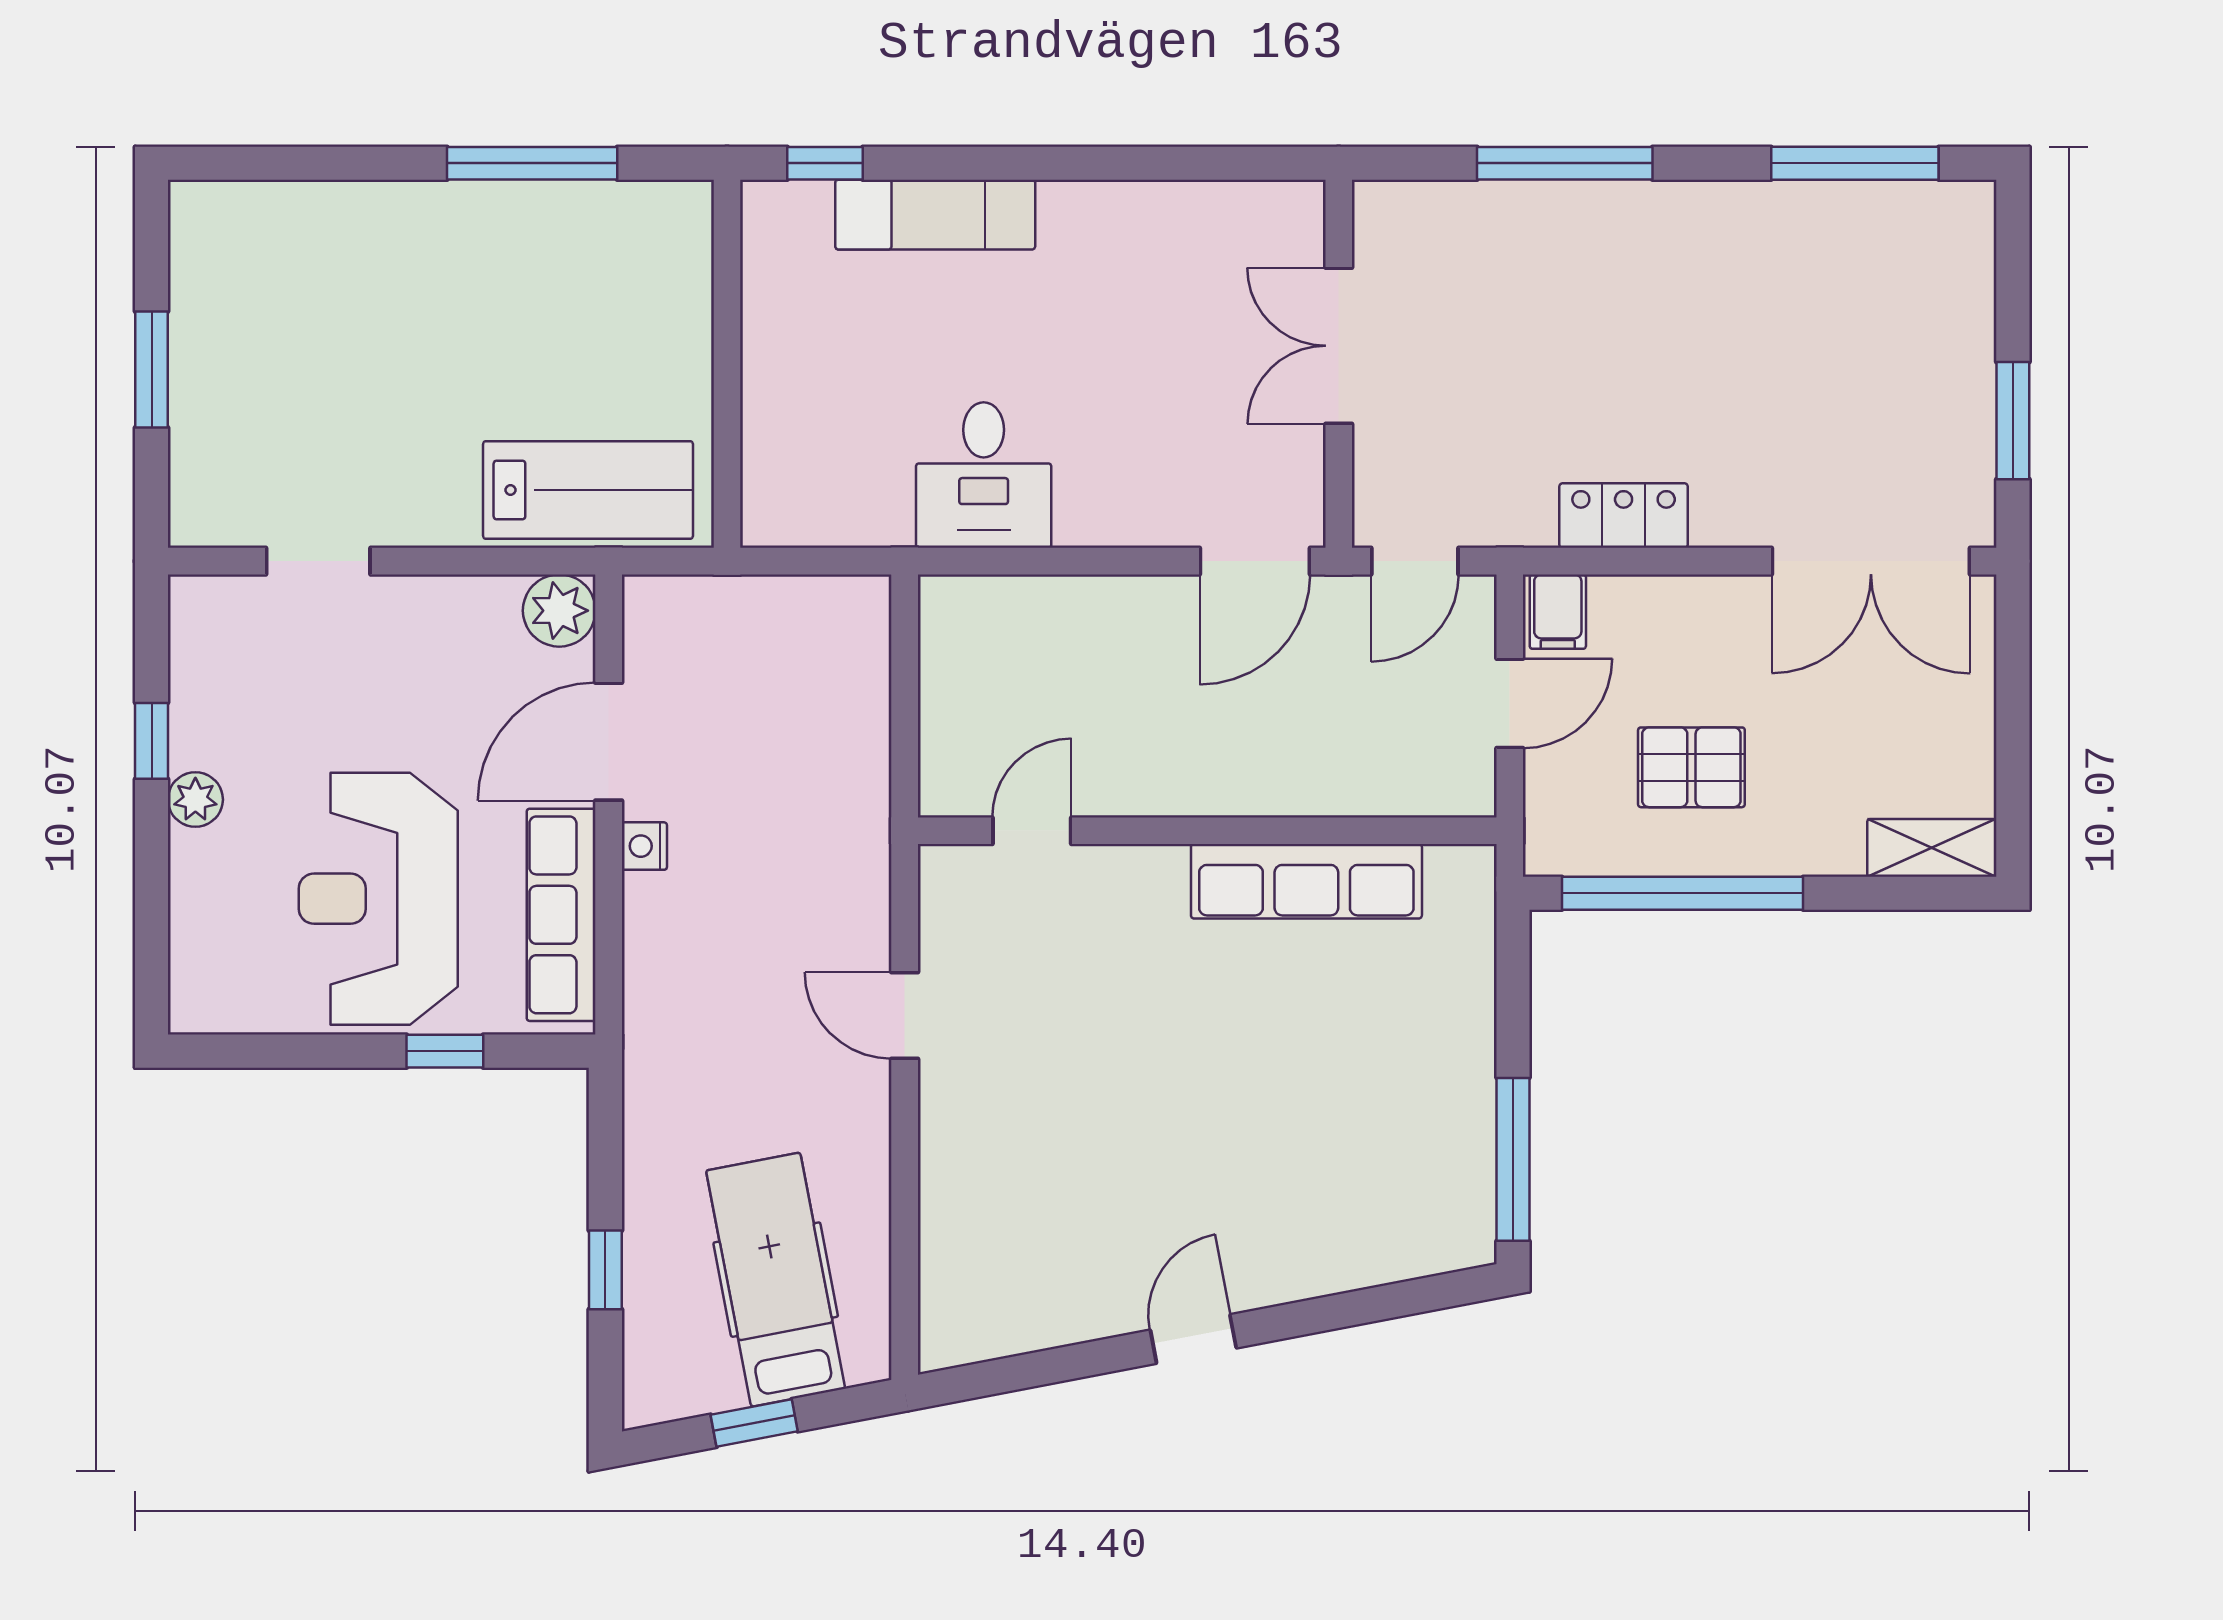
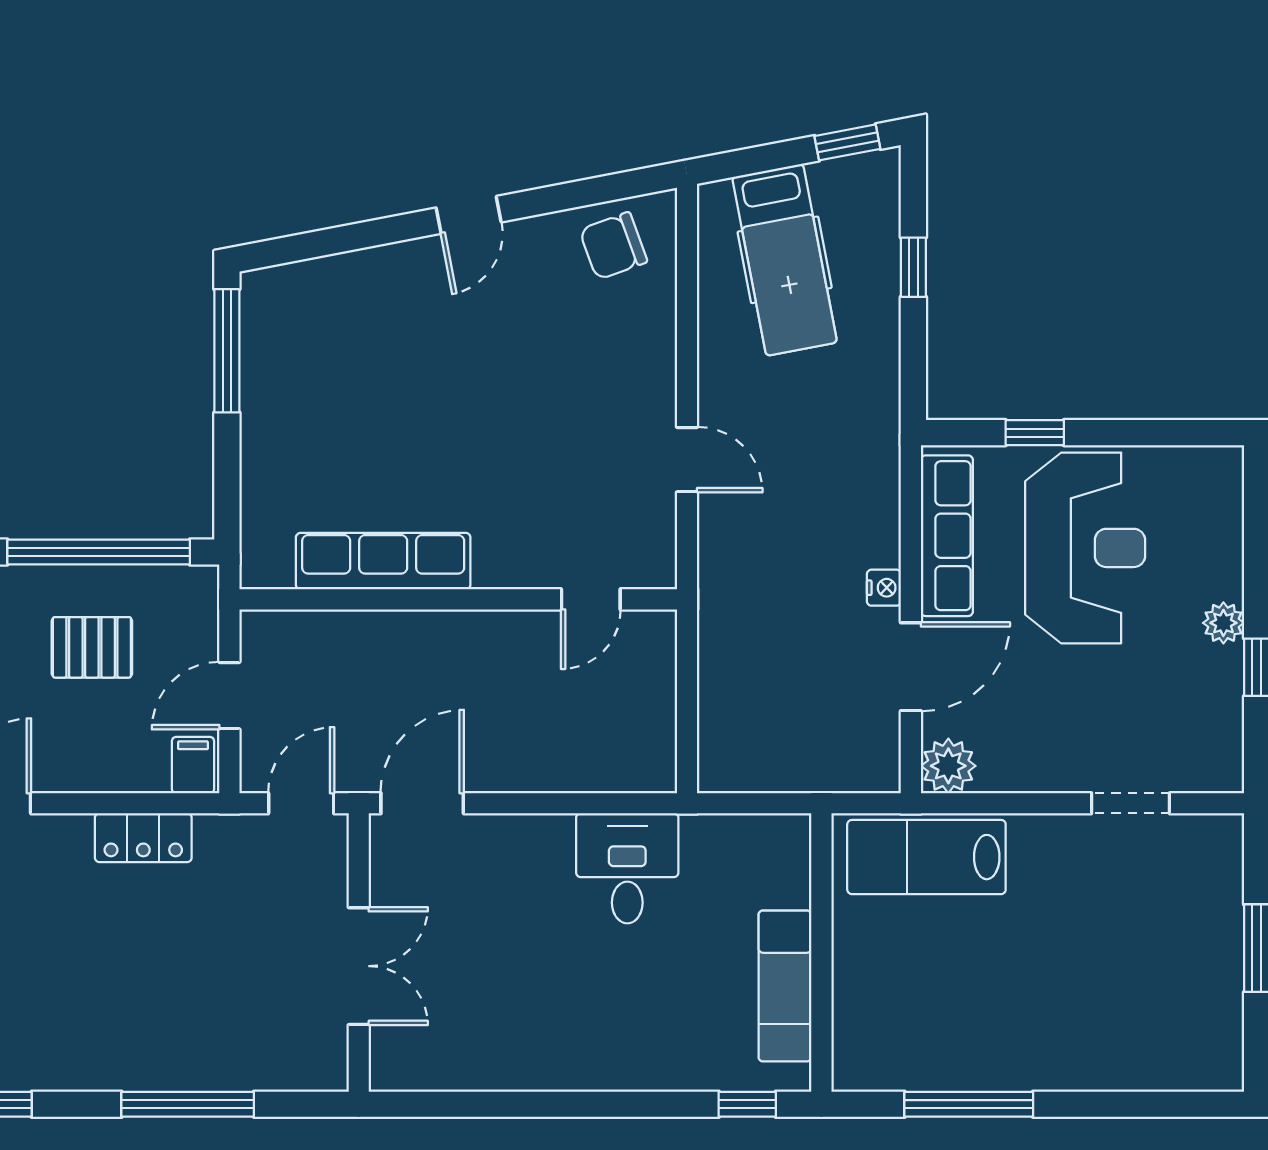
exam couch: (935, 215) -> (785, 986), moved, turned -90
chair: (1002, 1298) -> (613, 246), added
window: (754, 1423) -> (847, 142), moved

